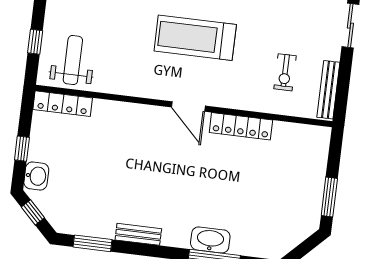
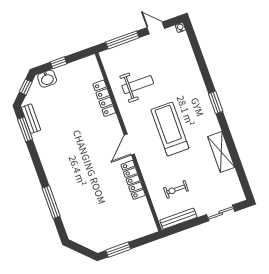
window: (35, 42) -> (122, 40), width x2.17
weight bench: (73, 60) -> (138, 85), moved
locker: (63, 104) -> (104, 98), moved
bench: (138, 234) -> (31, 119), moved
washbasin: (210, 240) -> (60, 195), removed

